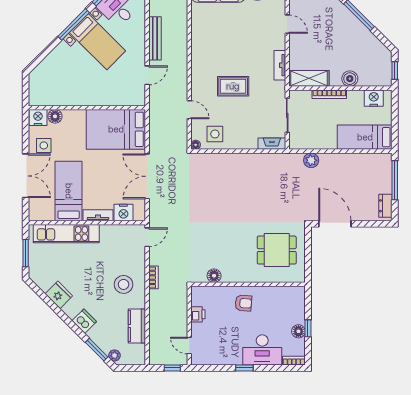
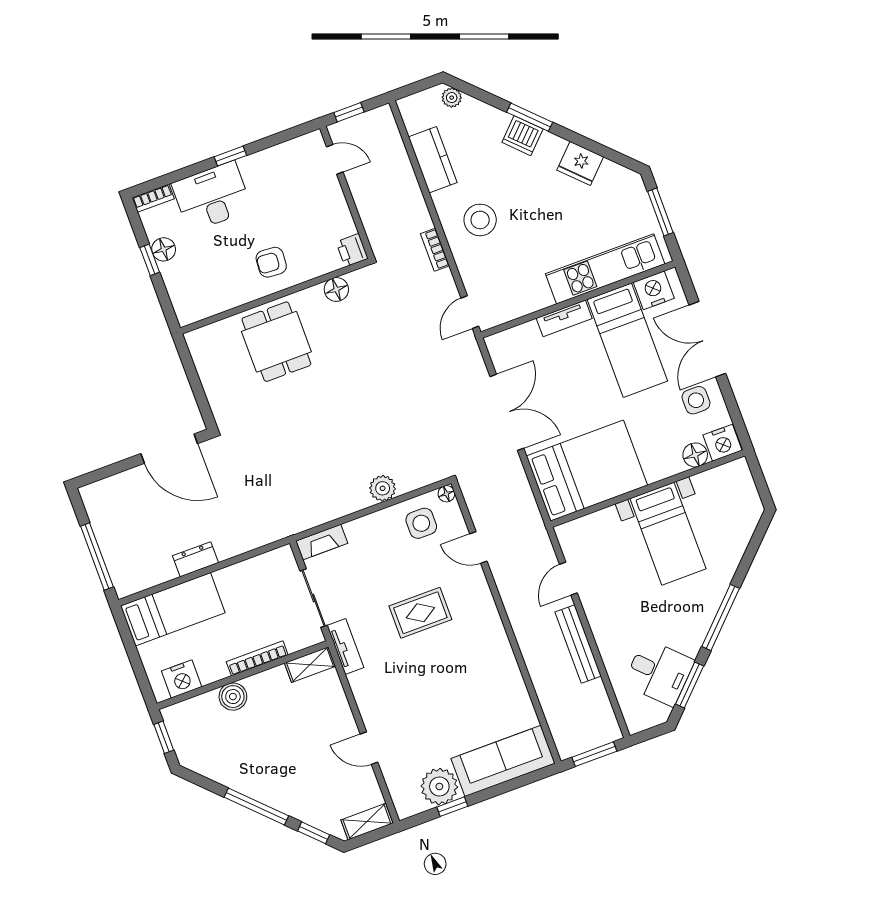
bed with nightstands: (98, 42) -> (668, 534), moved, turned -135
tv unit: (280, 65) -> (345, 646), moved
shelving: (309, 78) -> (310, 665), width x0.67, depth x0.75
plant: (311, 160) -> (383, 488), moved
dresser: (385, 206) -> (196, 559), moved, turned -90
nightstand: (123, 213) -> (654, 290), moved
dining table: (277, 250) -> (276, 342), moved, turned 90
printer: (198, 314) -> (352, 250), moved
window: (97, 350) -> (530, 117), moved

